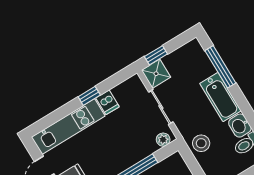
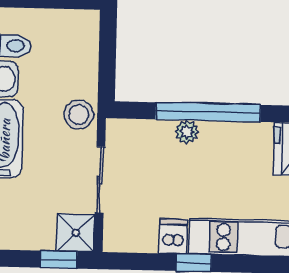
plant: (163, 140) -> (187, 132), moved
stool: (201, 143) -> (79, 114), moved

